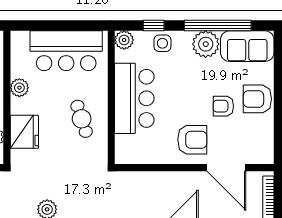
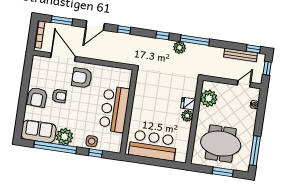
plant: (124, 40) -> (115, 147), removed
plant: (19, 88) -> (187, 116), moved
armchair: (257, 99) -> (37, 97), turned 93
cafe table: (82, 119) -> (149, 101), removed
fridge: (24, 132) -> (188, 104), width x0.53, depth x0.75

